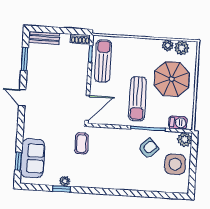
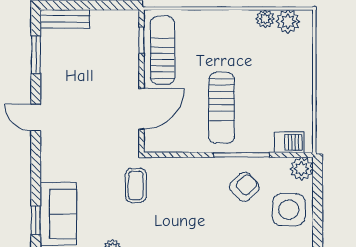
shoe rack: (80, 39) -> (124, 17), removed
parasol: (172, 79) -> (275, 73), removed
door: (87, 108) -> (141, 109), moved

